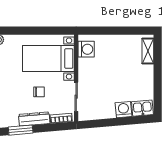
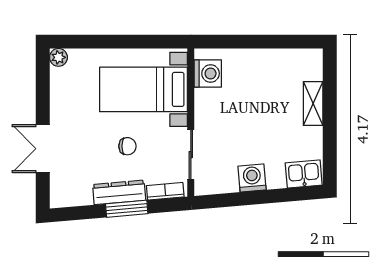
shelving: (148, 51) -> (313, 104), moved
washing machine: (123, 110) -> (252, 178), moved
window: (21, 130) -> (127, 209), moved

